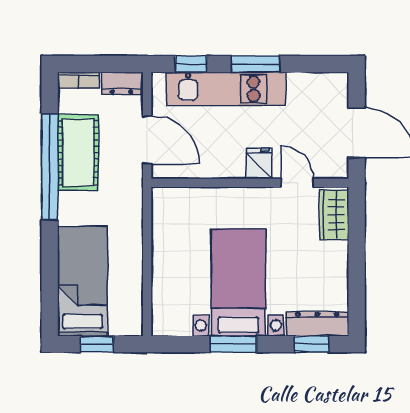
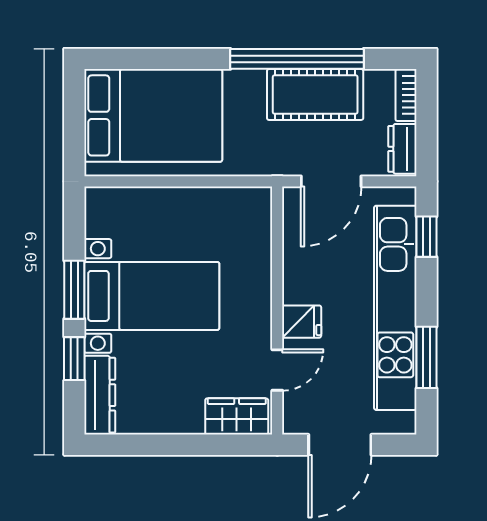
window: (256, 64) -> (427, 357), moved
kitchen unit: (226, 89) -> (395, 308), width x1.36
bed: (82, 281) -> (153, 115), width x1.50
window: (97, 344) -> (74, 118), removed
window: (312, 344) -> (74, 359), moved

